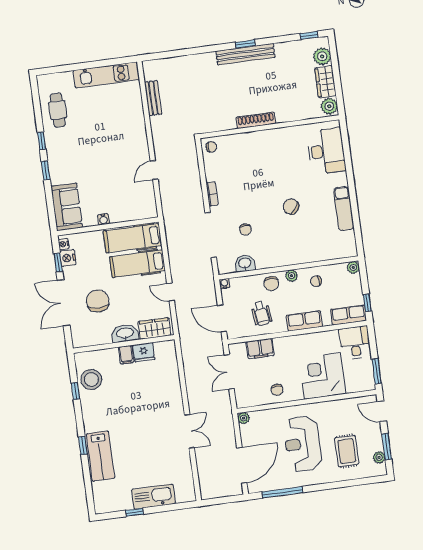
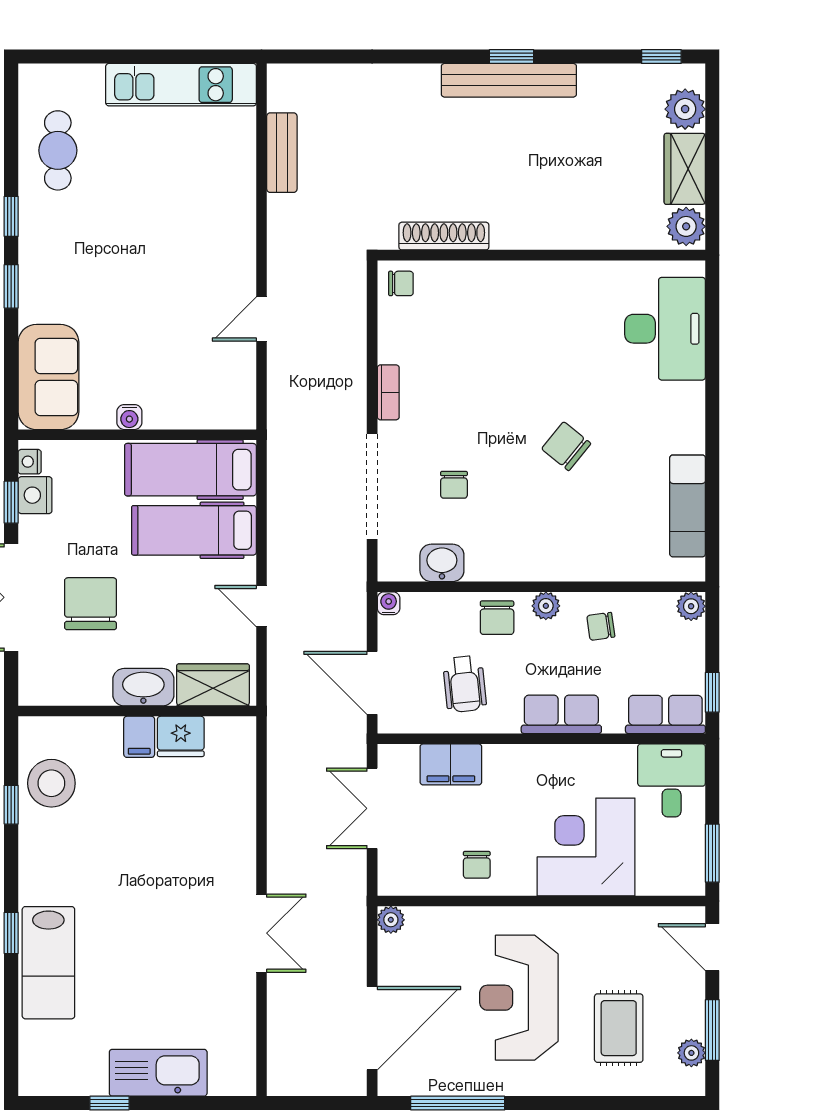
shoe rack: (256, 120) -> (444, 236), moved
exam couch: (344, 209) -> (688, 506), moved

